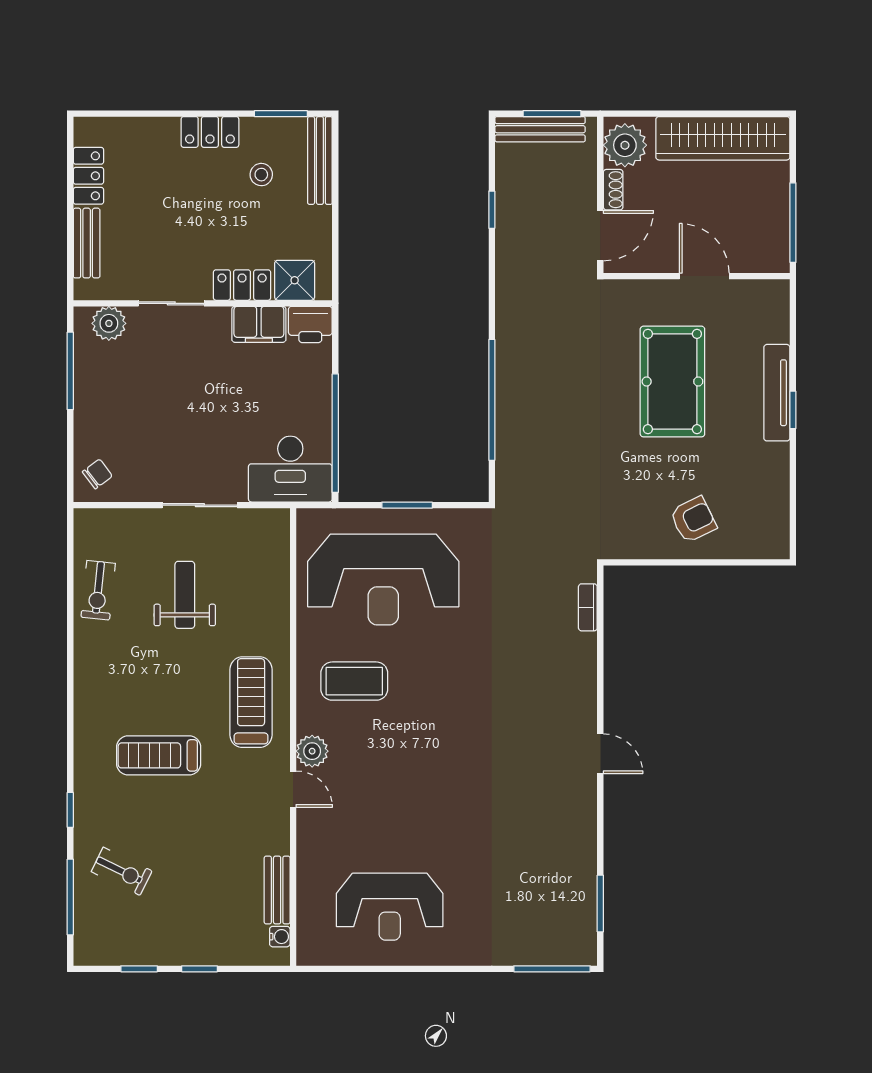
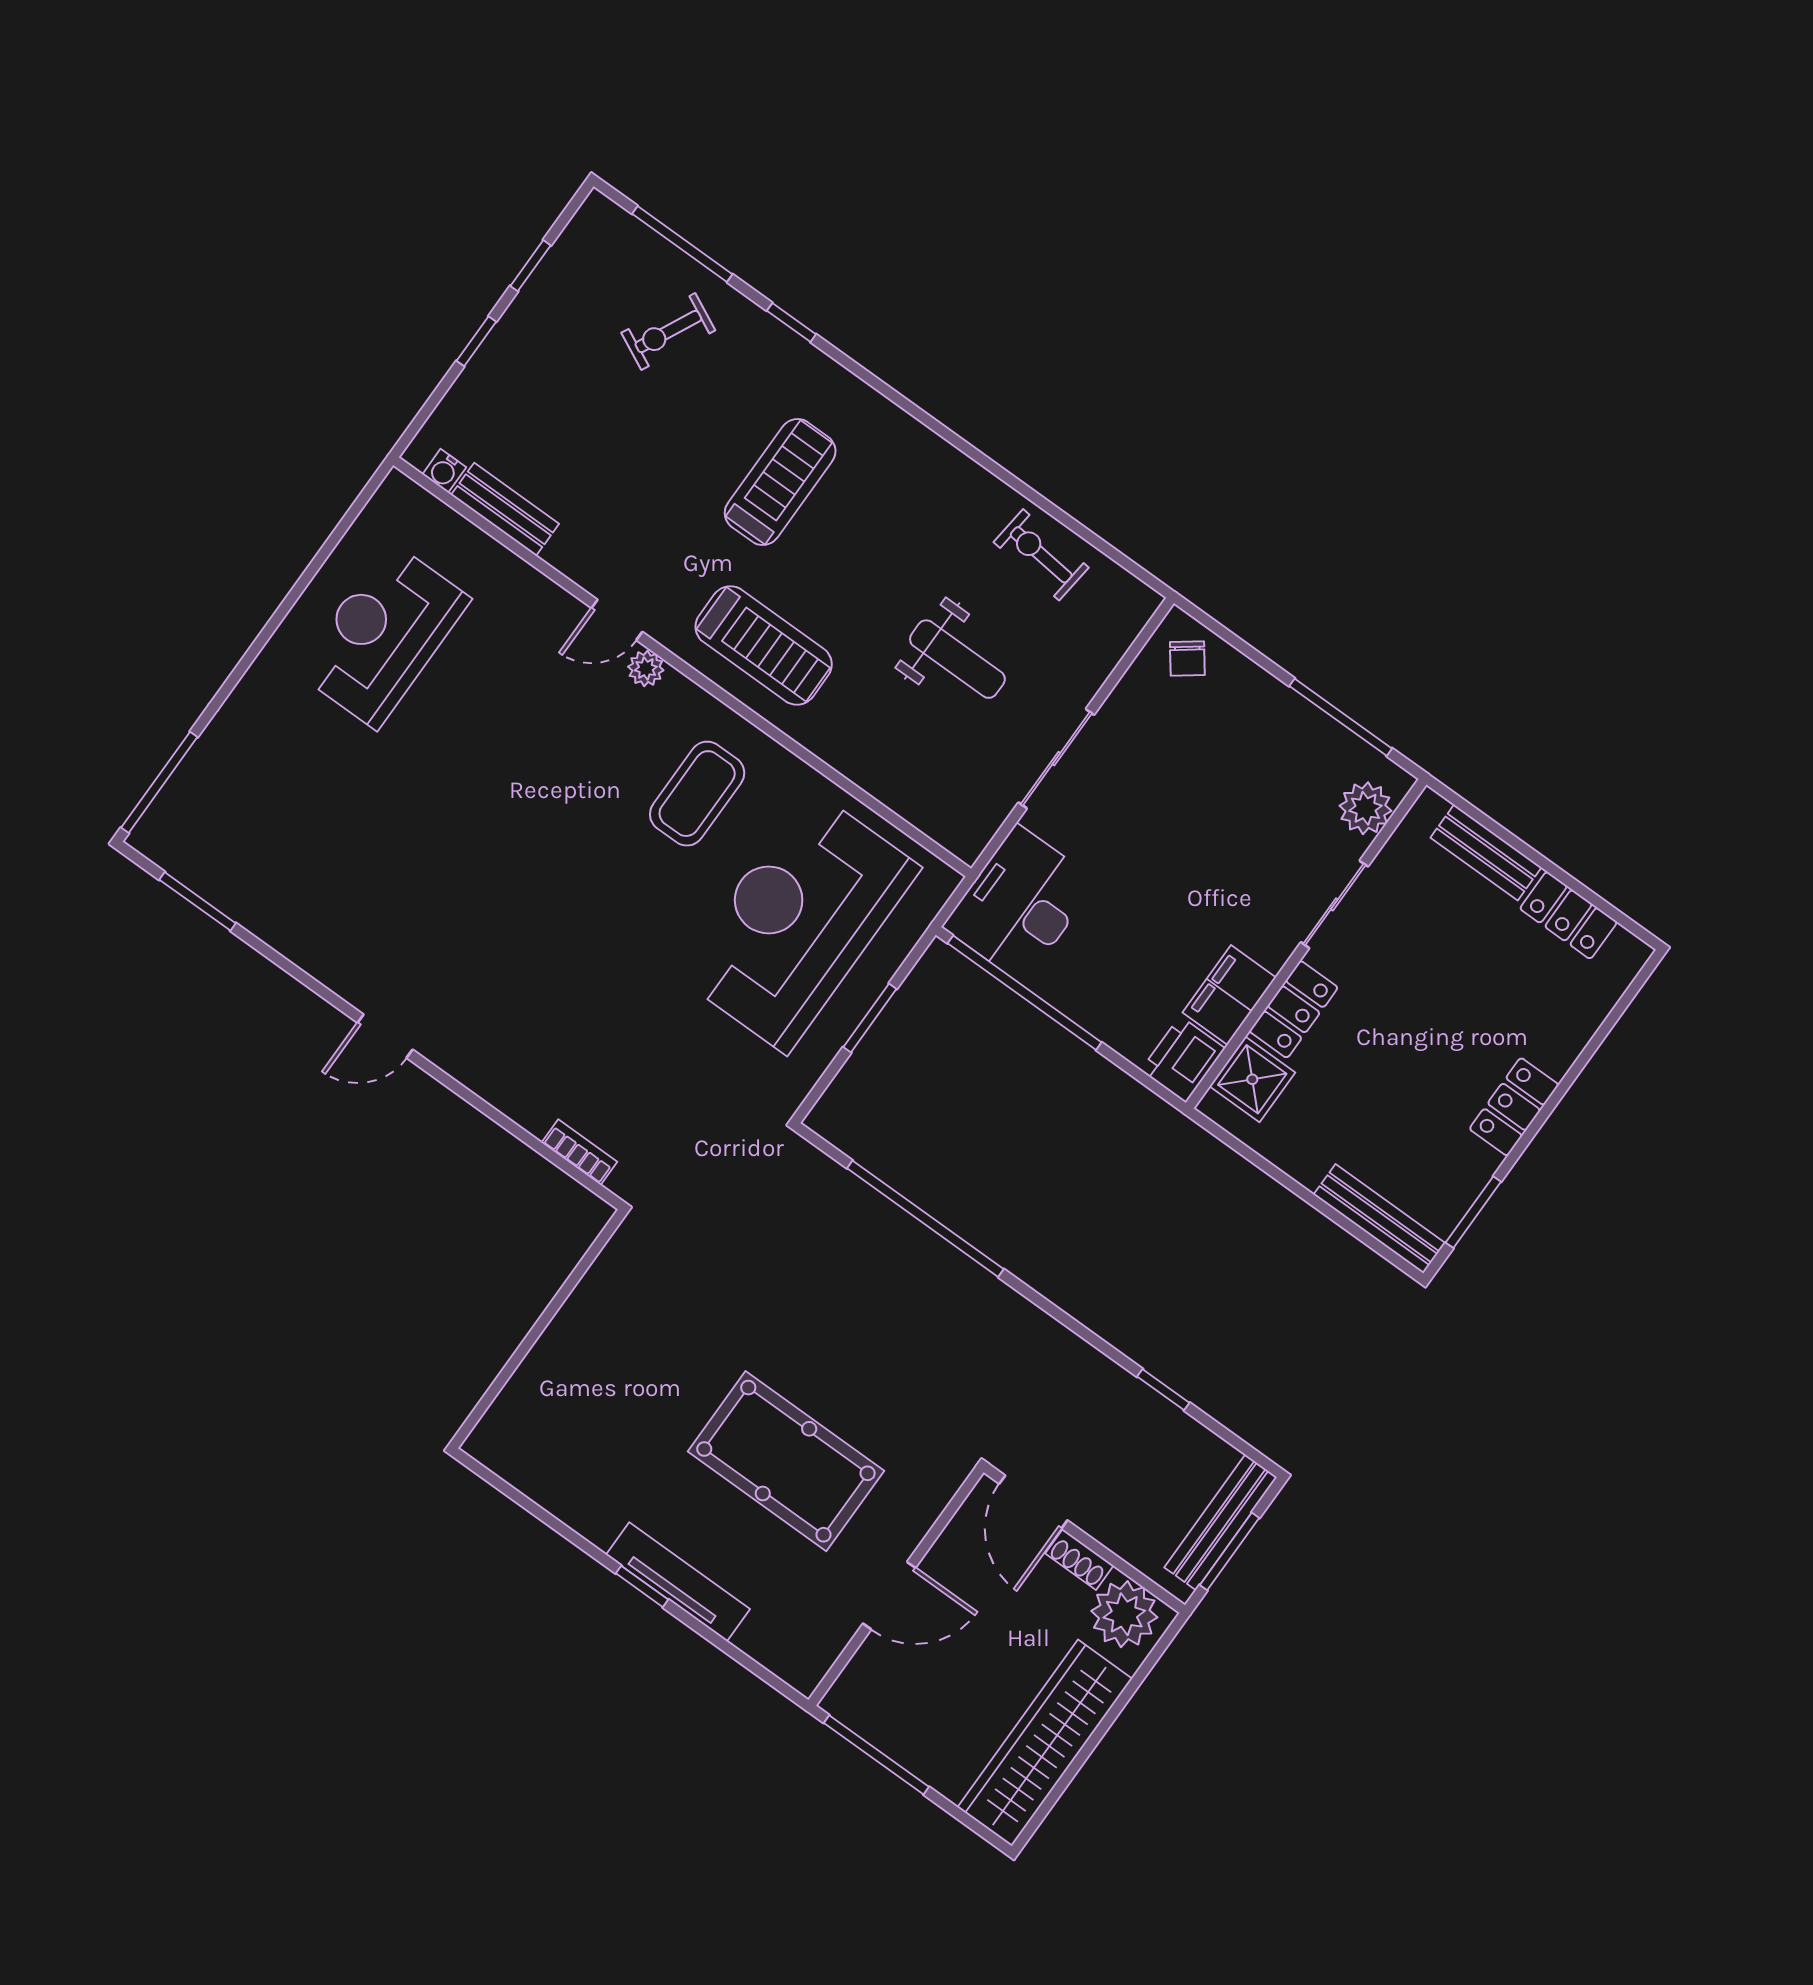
stool: (261, 175) -> (1415, 1133), removed
armchair: (693, 520) -> (594, 1363), removed
plant: (312, 751) -> (646, 668), width x0.73, depth x0.73

